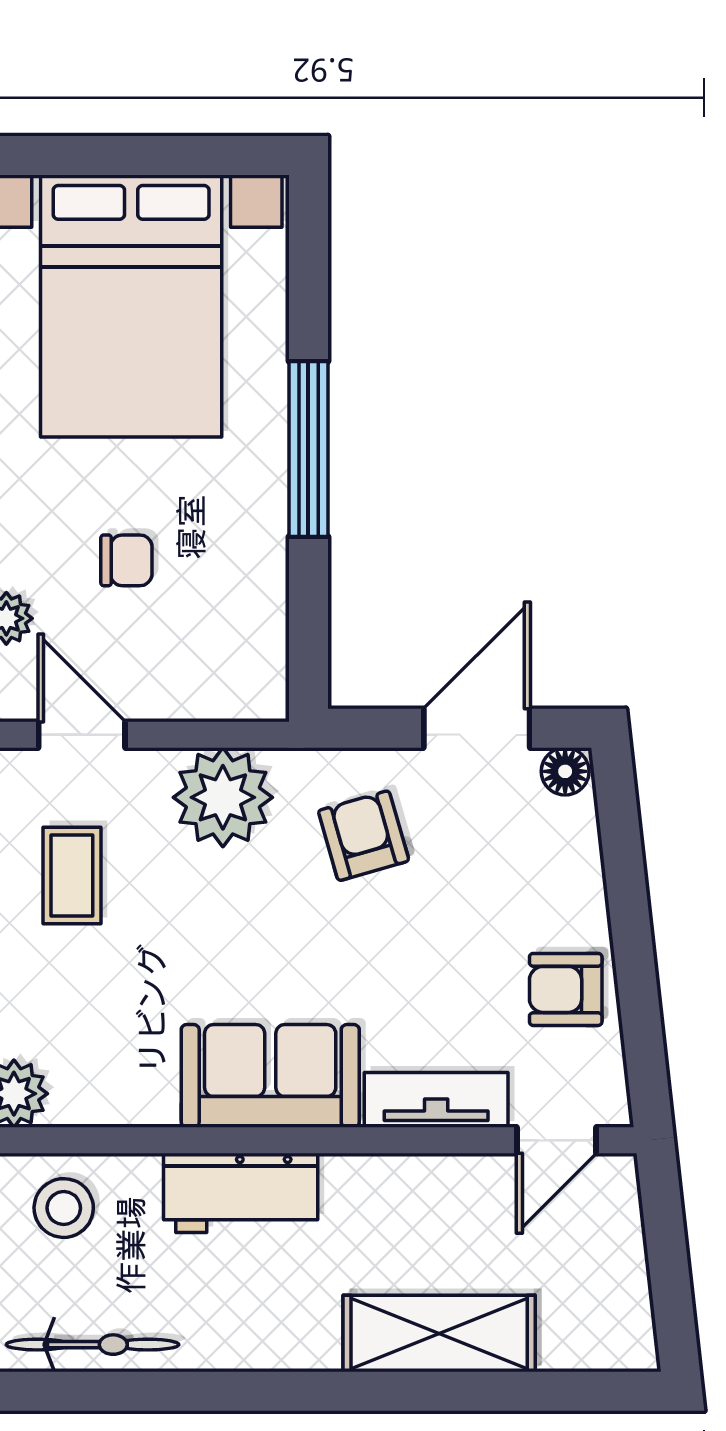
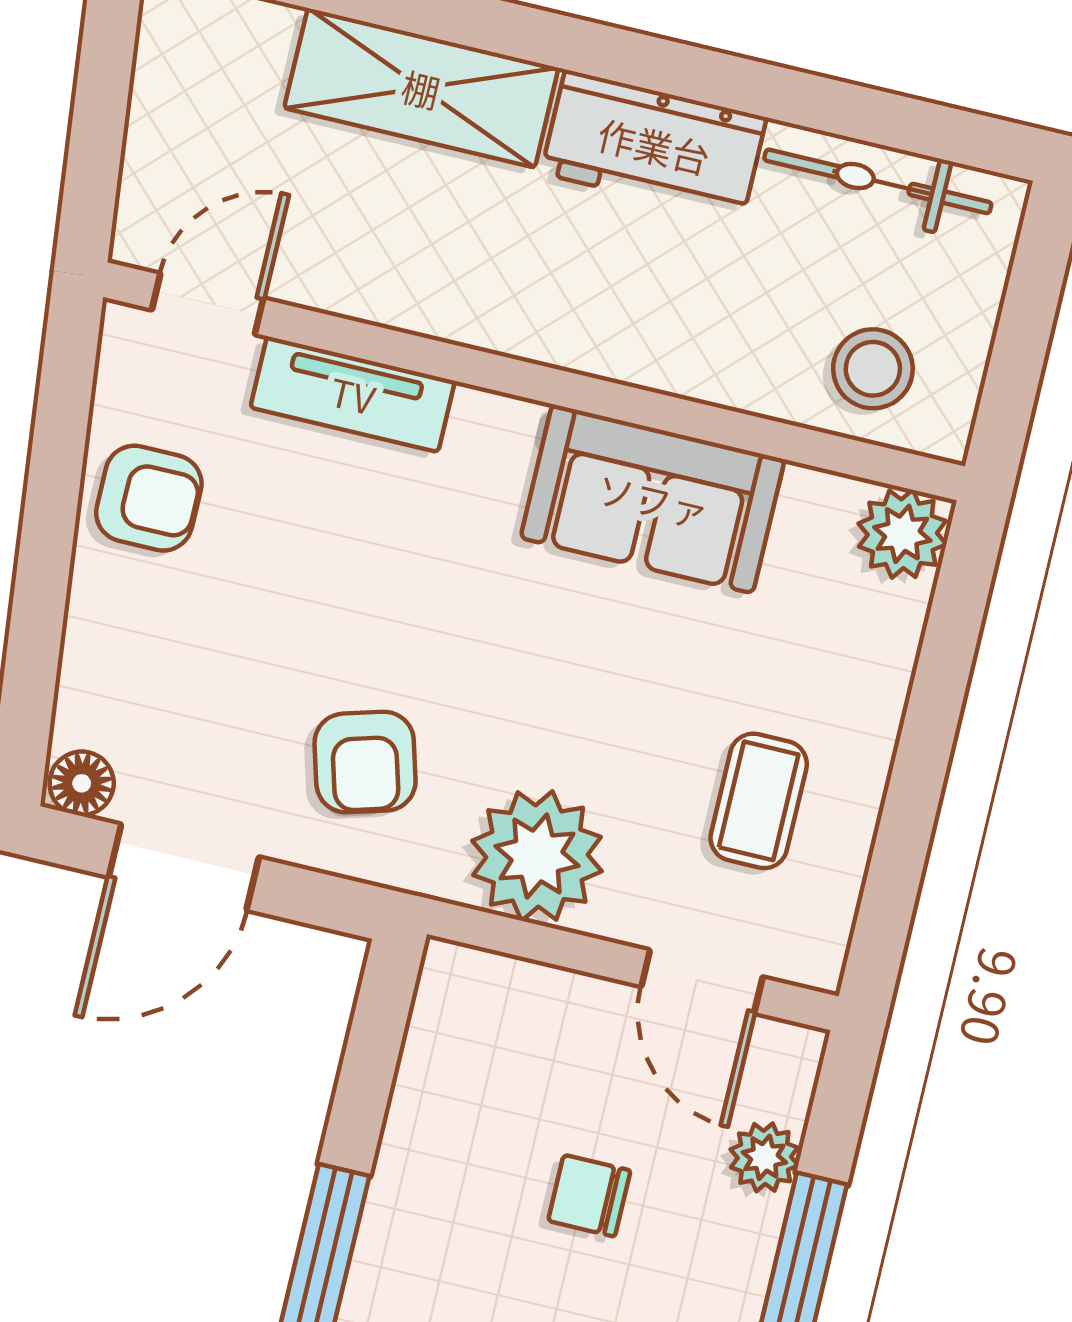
sofa: (270, 1076) -> (653, 499), moved
workbench: (241, 1193) -> (654, 145), moved, turned 180

